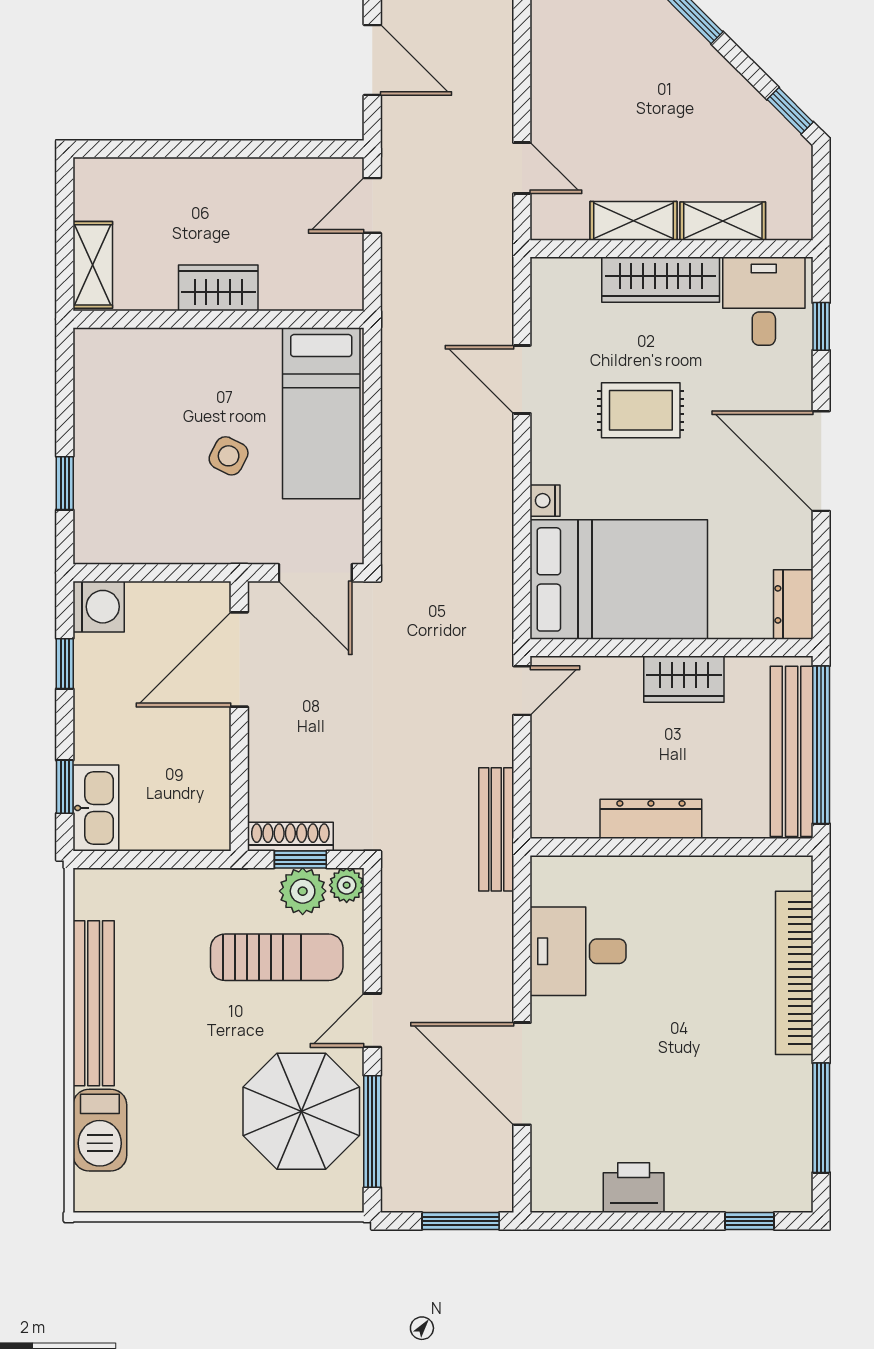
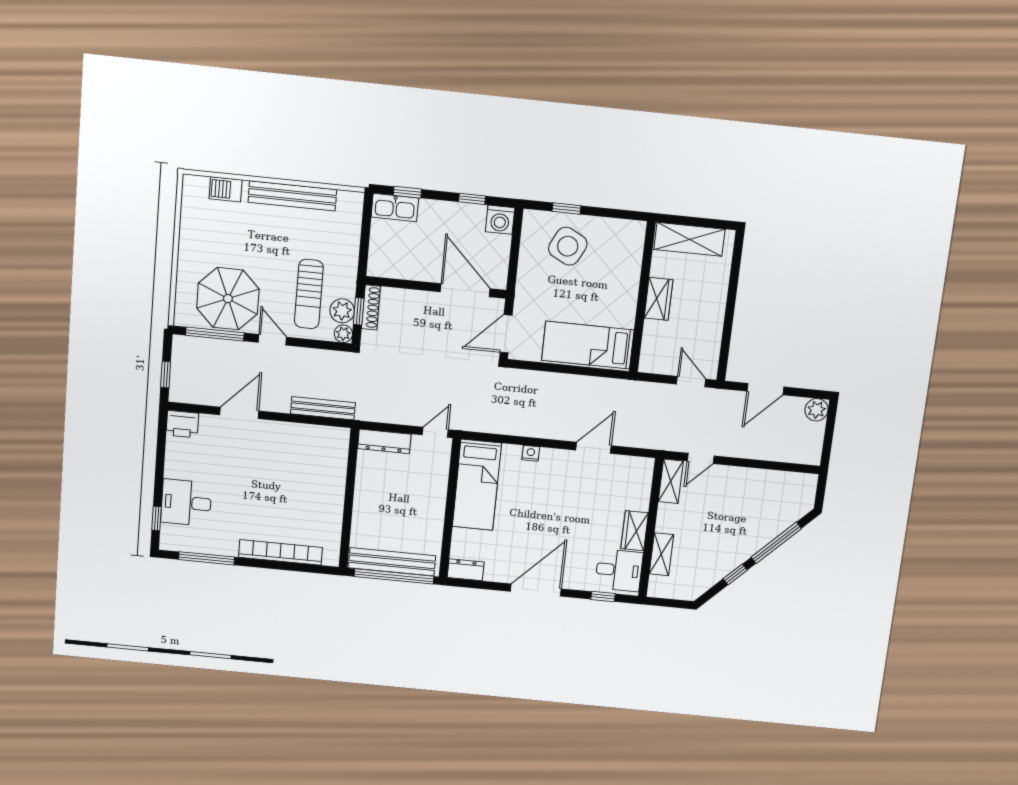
window: (790, 111) -> (735, 574), moved
shelving: (633, 221) -> (671, 481), moved
shelving: (93, 265) -> (689, 239), width x1.50, depth x1.33
wardrobe: (661, 280) -> (635, 531), width x0.67
rug: (641, 410) -> (571, 505), removed
side table: (229, 456) -> (568, 246), moved, width x1.87, depth x1.87
bed: (619, 579) -> (477, 485), width x0.67
wardrobe: (684, 679) -> (433, 513), removed
door: (522, 691) -> (435, 432), swing flipped
dresser: (651, 819) -> (384, 441), moved, turned 90
bench: (496, 829) -> (323, 408), moved
desk: (578, 951) -> (186, 503), moved, turned -90
door: (522, 1074) -> (239, 413), width x0.73
barbecue: (100, 1130) -> (226, 189), width x0.73, depth x0.79
printer: (634, 1188) -> (182, 424), moved, turned 90
window: (461, 1221) -> (166, 374), width x0.67

